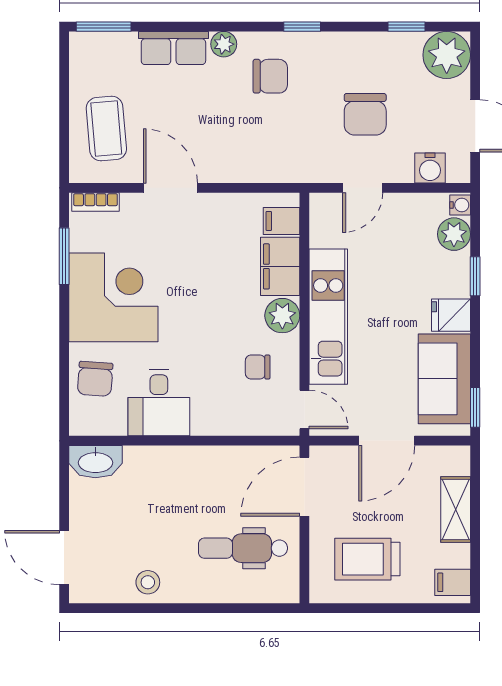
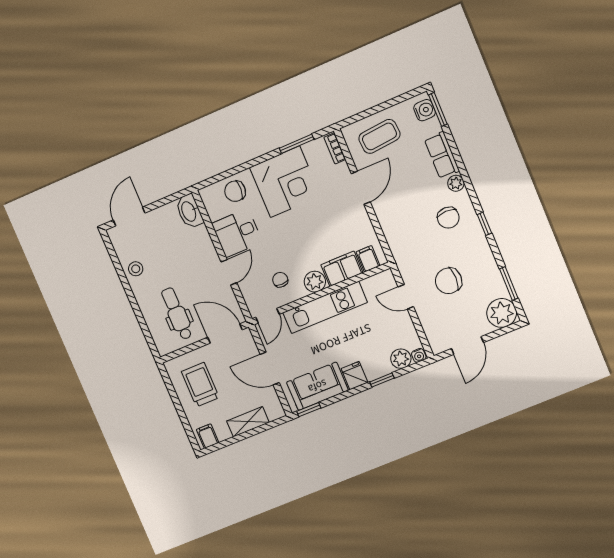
window: (406, 27) -> (509, 283), width x1.50
water cooler: (430, 168) -> (425, 110), moved, turned 180
door: (213, 441) -> (229, 272), added

